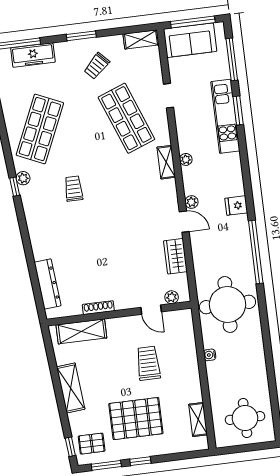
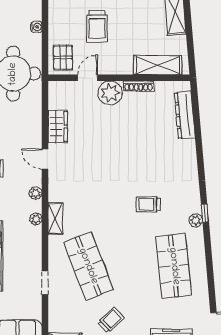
shop shelf: (40, 129) -> (174, 266), turned -30
trolley: (74, 189) -> (148, 204), turned 90
plant: (191, 202) -> (36, 193), moved
plant: (172, 297) -> (110, 93), moved, width x1.88, depth x1.88
door: (151, 310) -> (88, 78), hinge flipped
pallet: (179, 327) -> (63, 58), added

